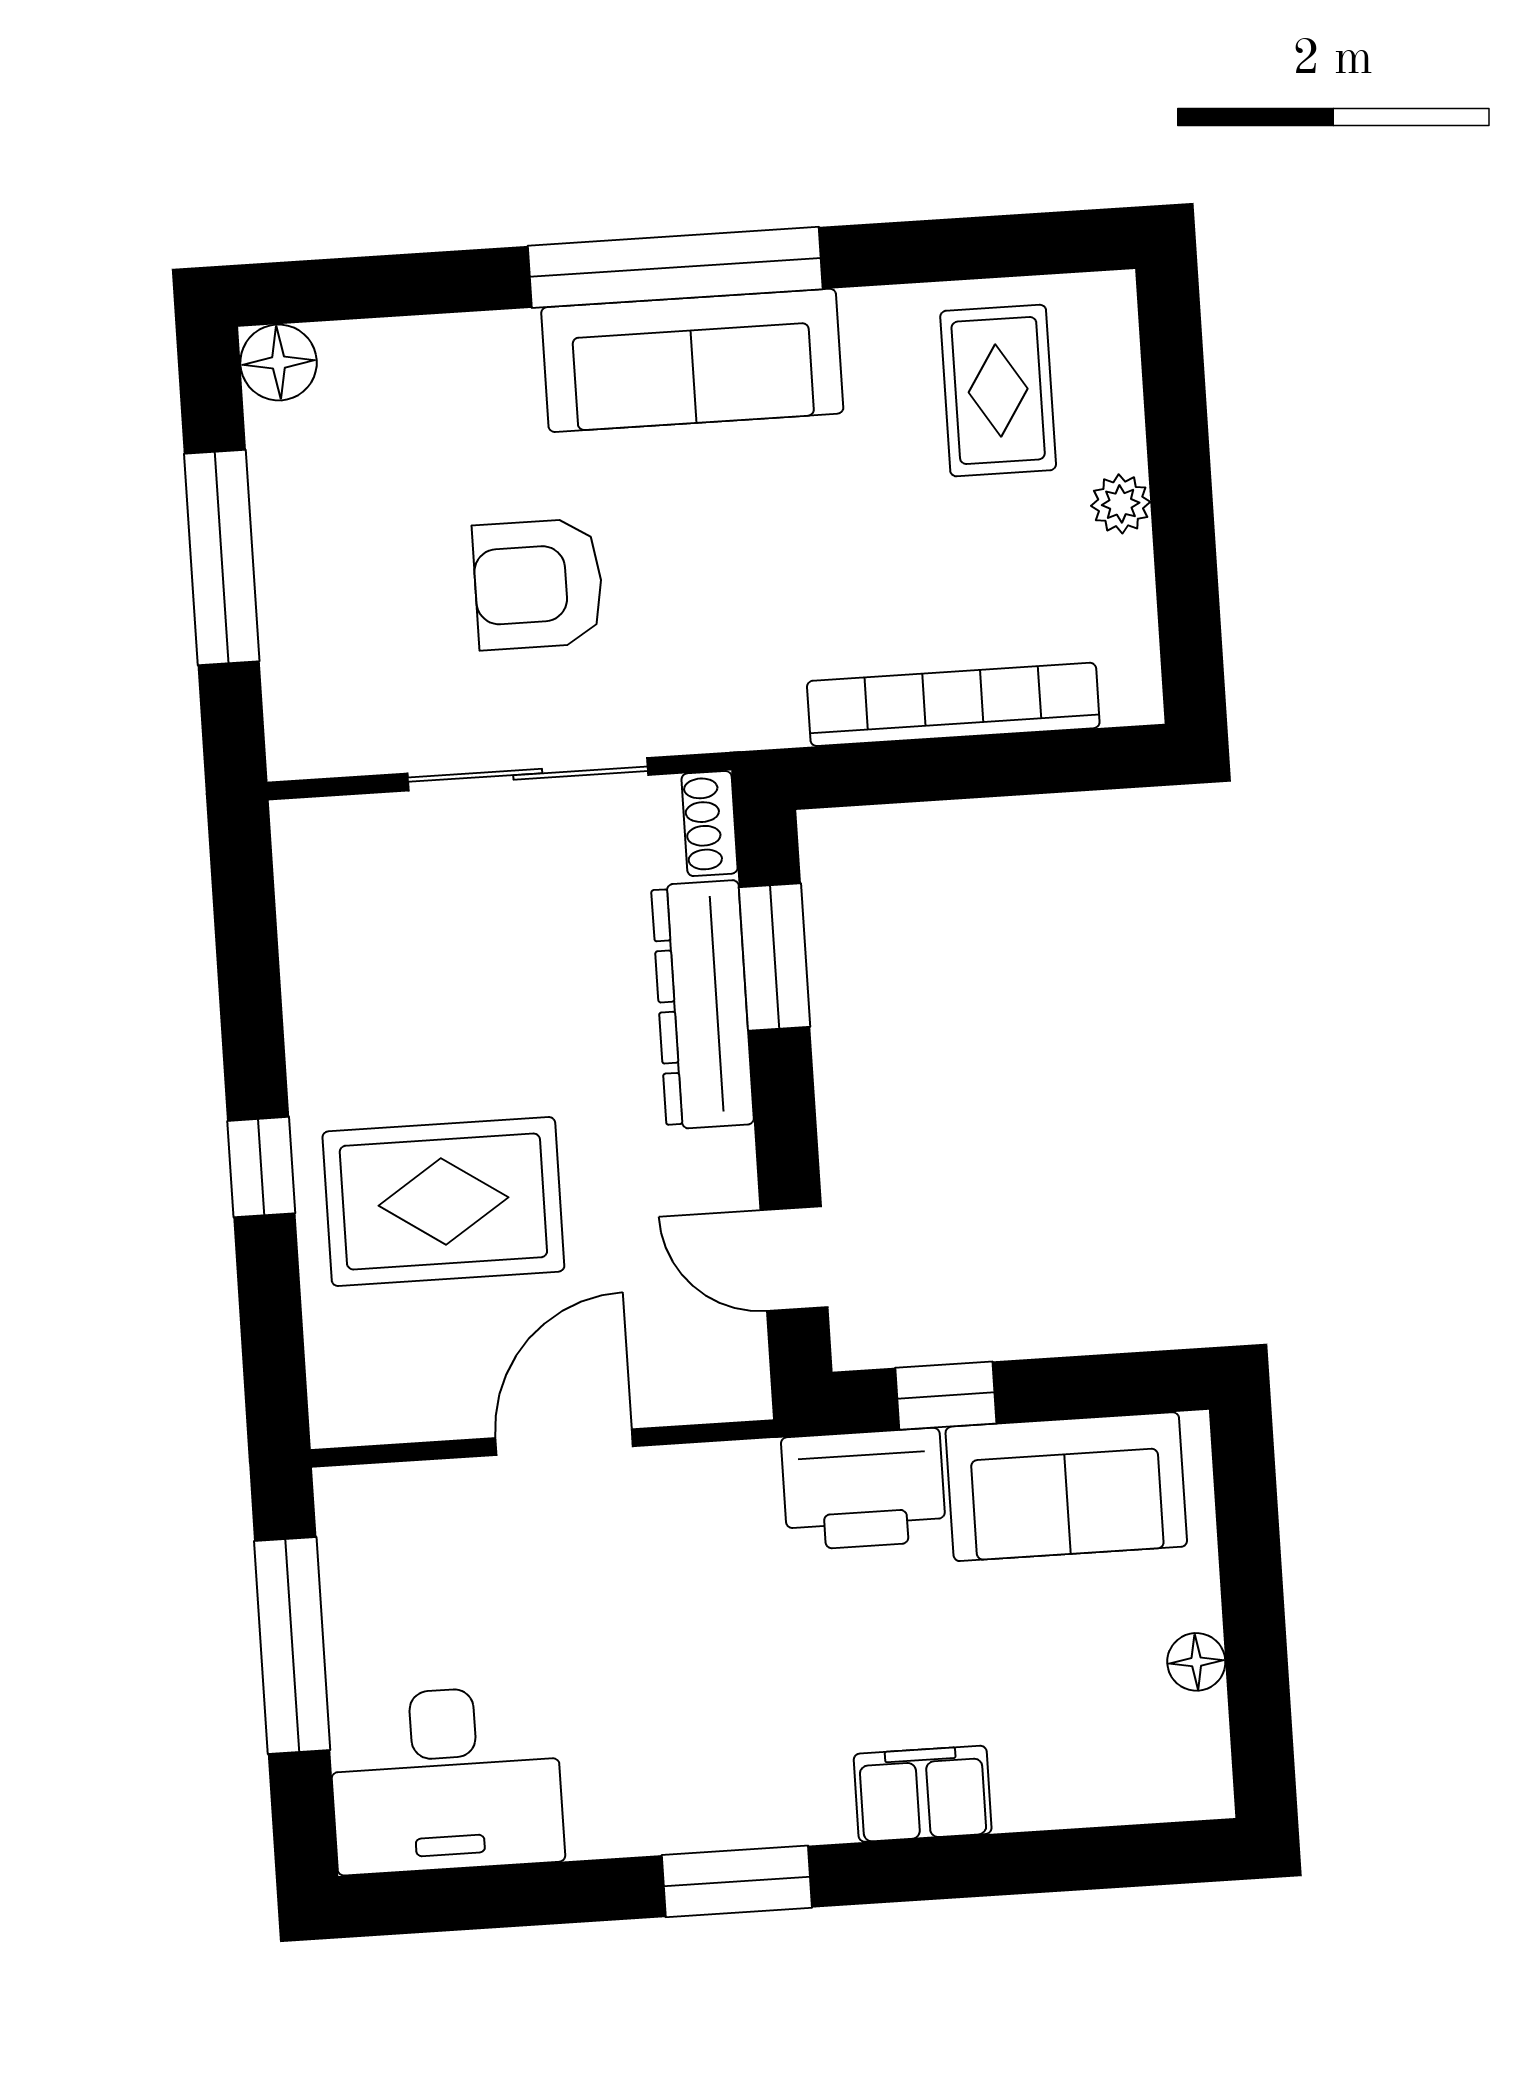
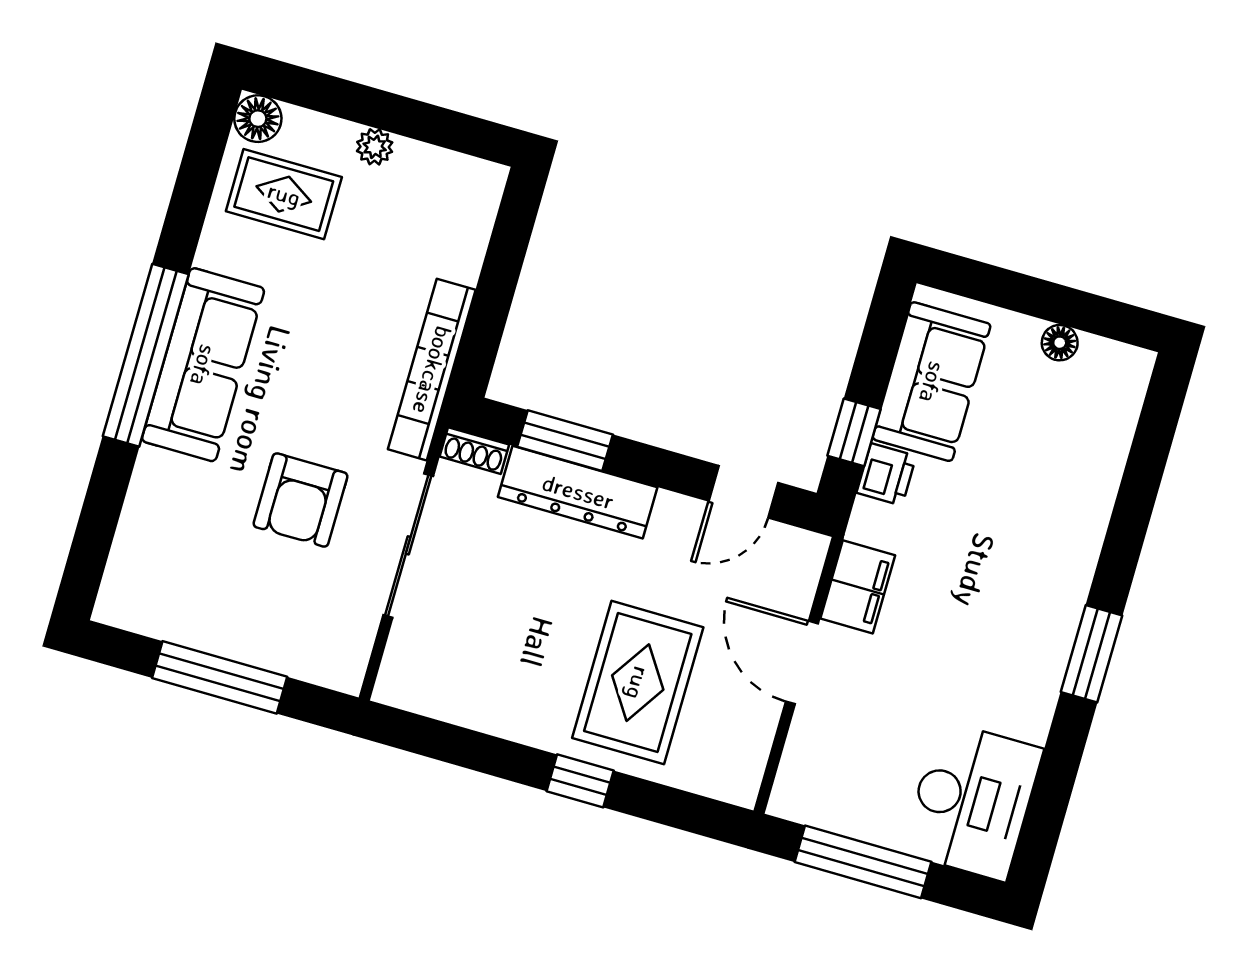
floor lamp: (279, 362) -> (258, 119), moved
bookcase: (953, 704) -> (432, 370), moved
printer: (864, 1489) -> (886, 474), width x0.53, depth x0.68
filing cabinet: (923, 1794) -> (858, 587), moved, turned 180

